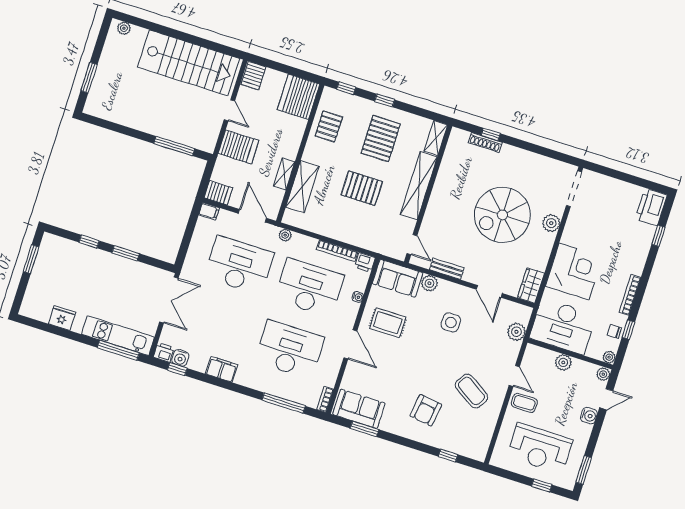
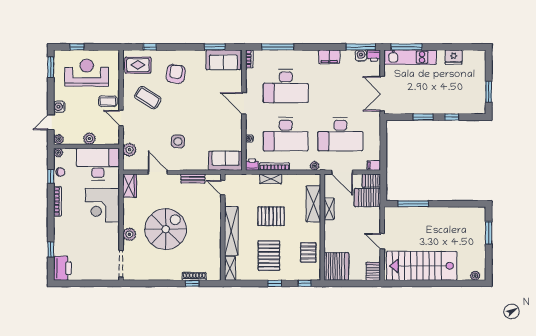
server rack: (239, 147) -> (367, 198), moved
shelving: (347, 236) -> (271, 179), added
plant: (429, 283) -> (202, 164), removed
rug: (388, 323) -> (138, 65), moved
window: (177, 369) -> (361, 47), width x2.17

